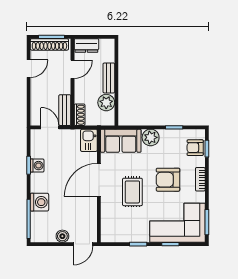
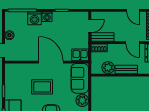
washing machine: (37, 166) -> (47, 17), moved

